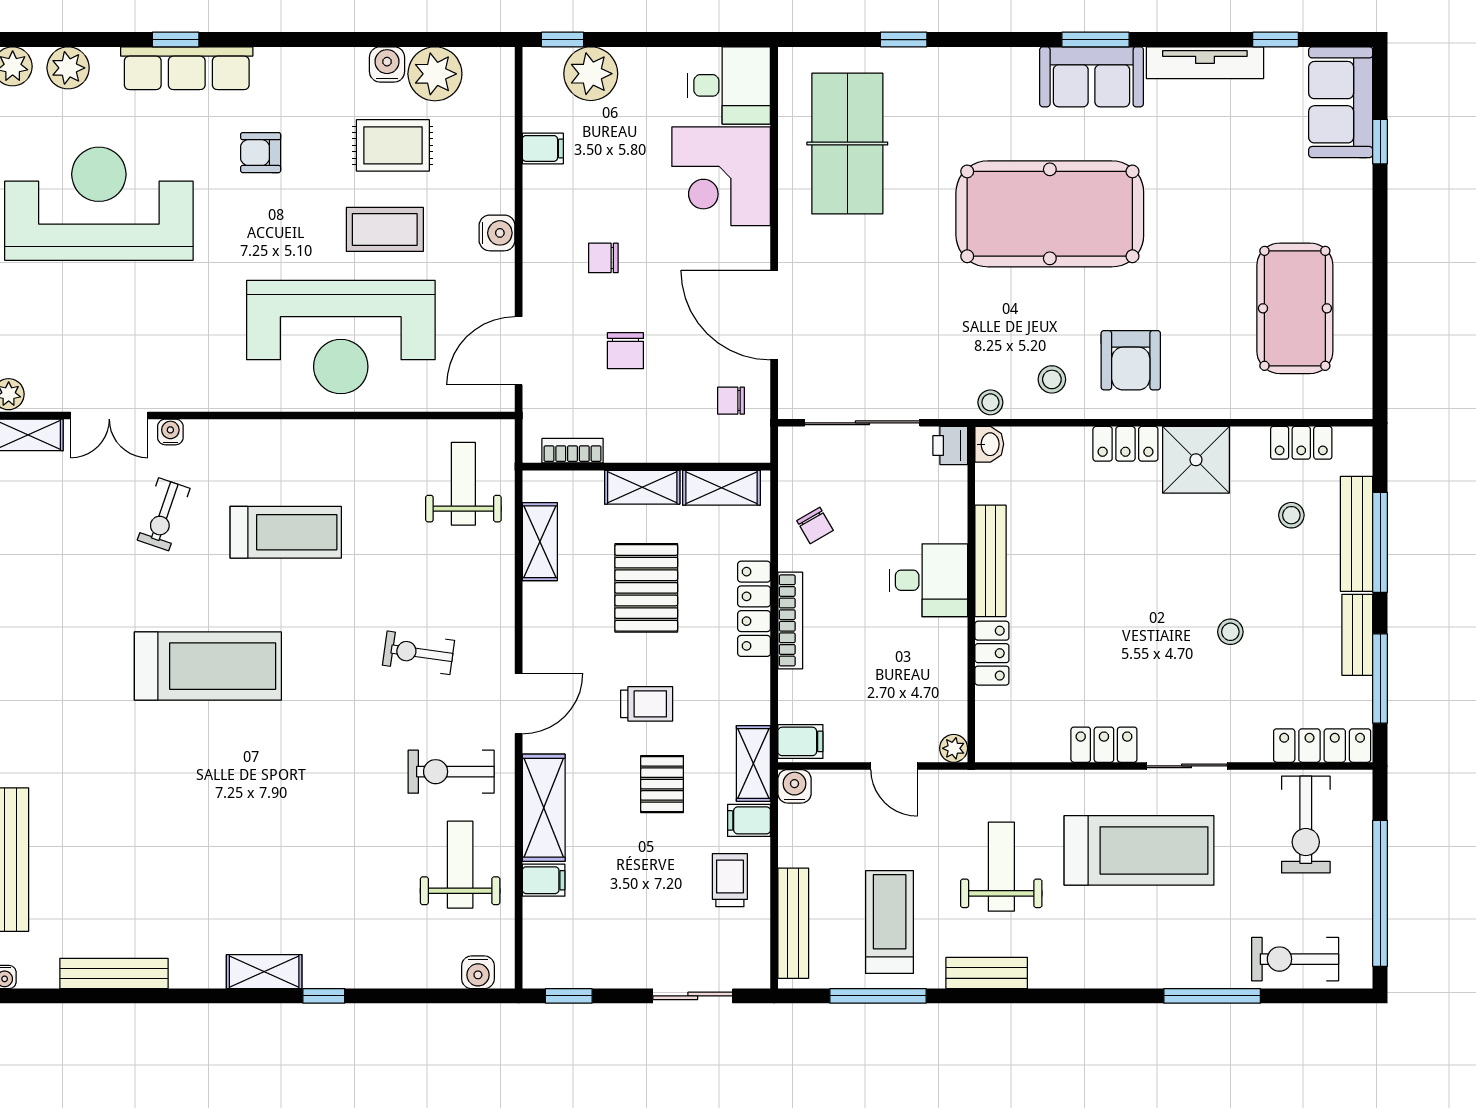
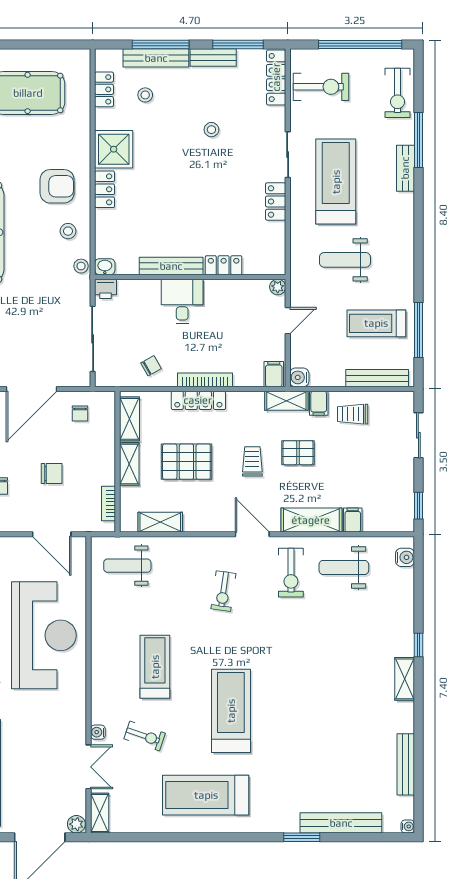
treadmill: (60, 622) -> (206, 795), added
bench: (987, 973) -> (405, 168), moved

